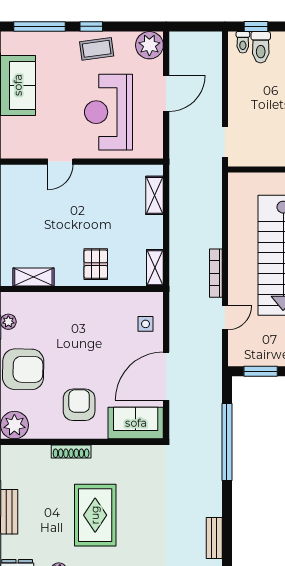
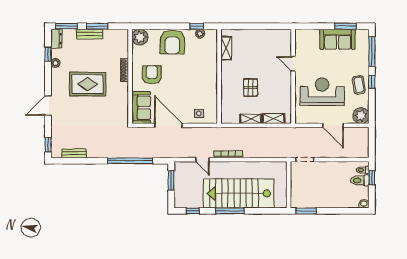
pallet: (96, 264) -> (250, 88), moved, turned 90
shelving: (155, 268) -> (251, 119), moved
armchair: (79, 405) -> (152, 75), turned -90

